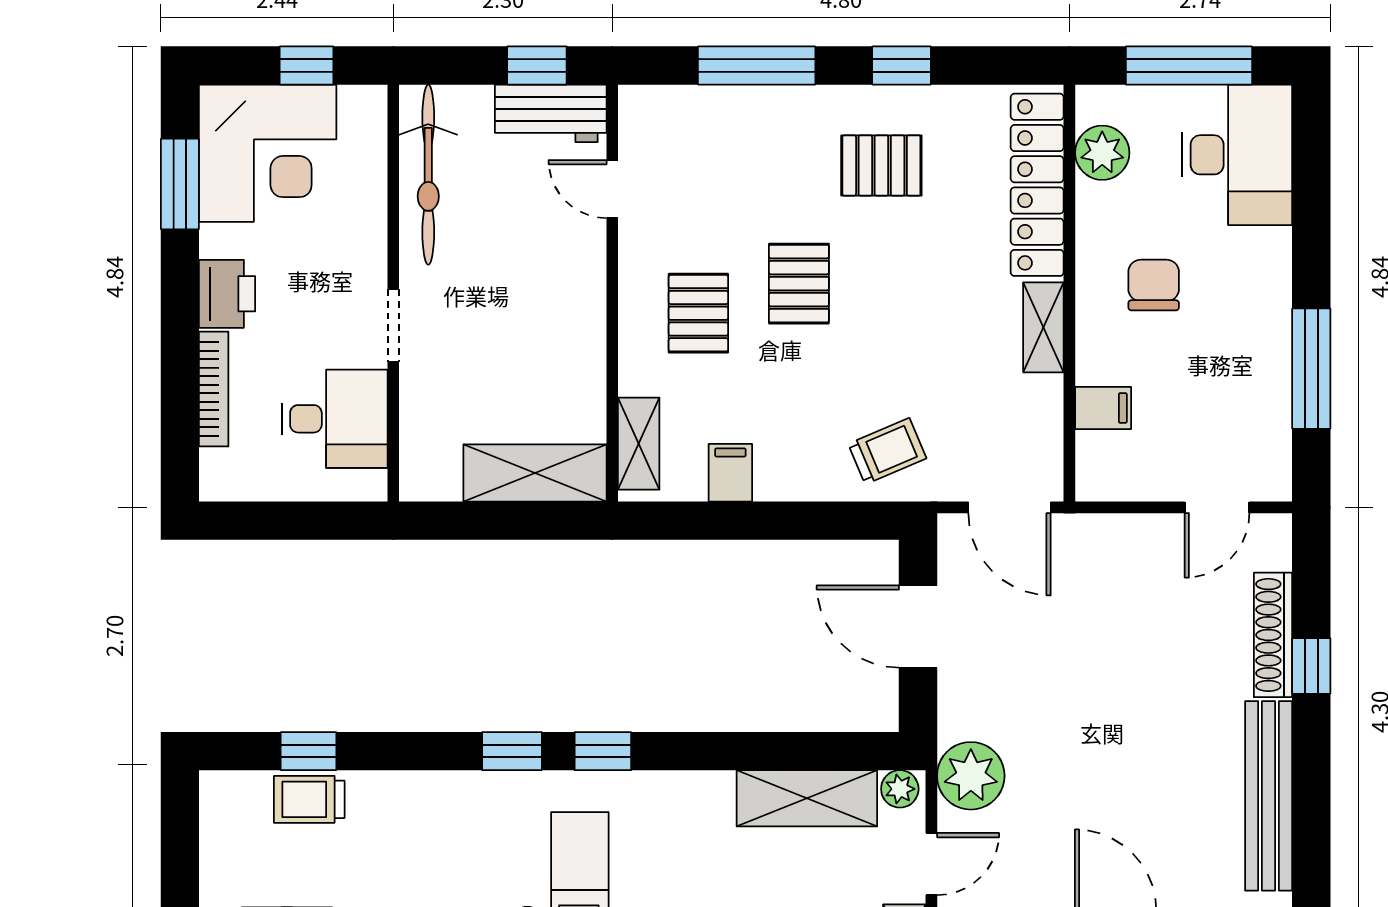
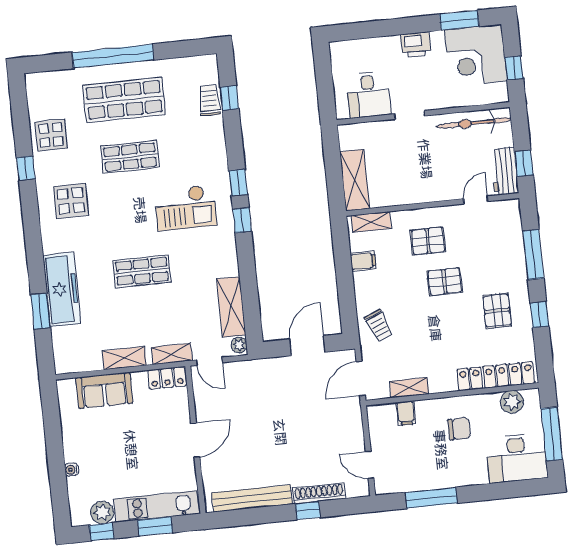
shelving: (1043, 327) -> (409, 388), moved
bookcase: (214, 389) -> (376, 43), removed
plant: (971, 776) -> (248, 374), removed

